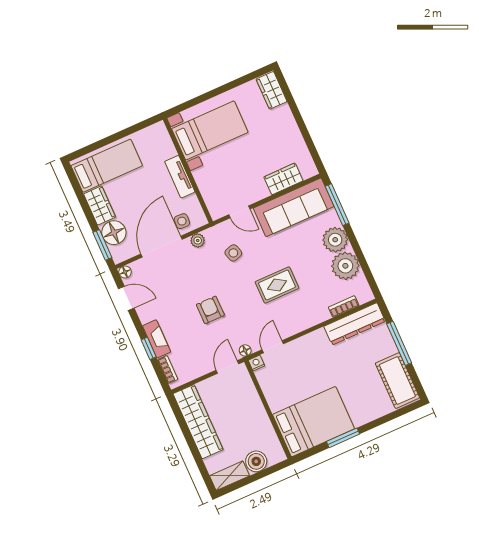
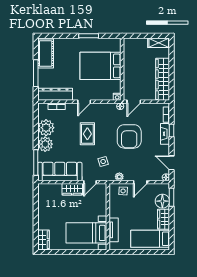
tv unit: (180, 177) -> (114, 230), moved
wardrobe: (283, 179) -> (72, 189), moved
door: (239, 212) -> (90, 182), swing flipped
door: (161, 247) -> (140, 182), width x0.53
rug: (277, 285) -> (87, 134), turned 90
armchair: (210, 310) -> (129, 136), width x1.88, depth x1.88
door: (273, 347) -> (84, 102), moved
bed: (313, 422) -> (101, 66), moved
boiler: (256, 461) -> (141, 44), removed

